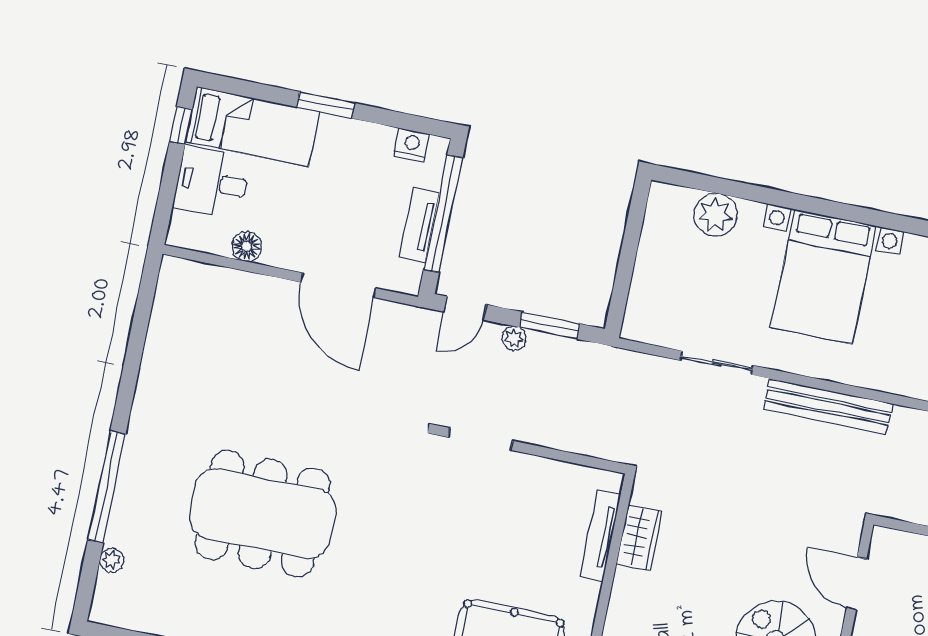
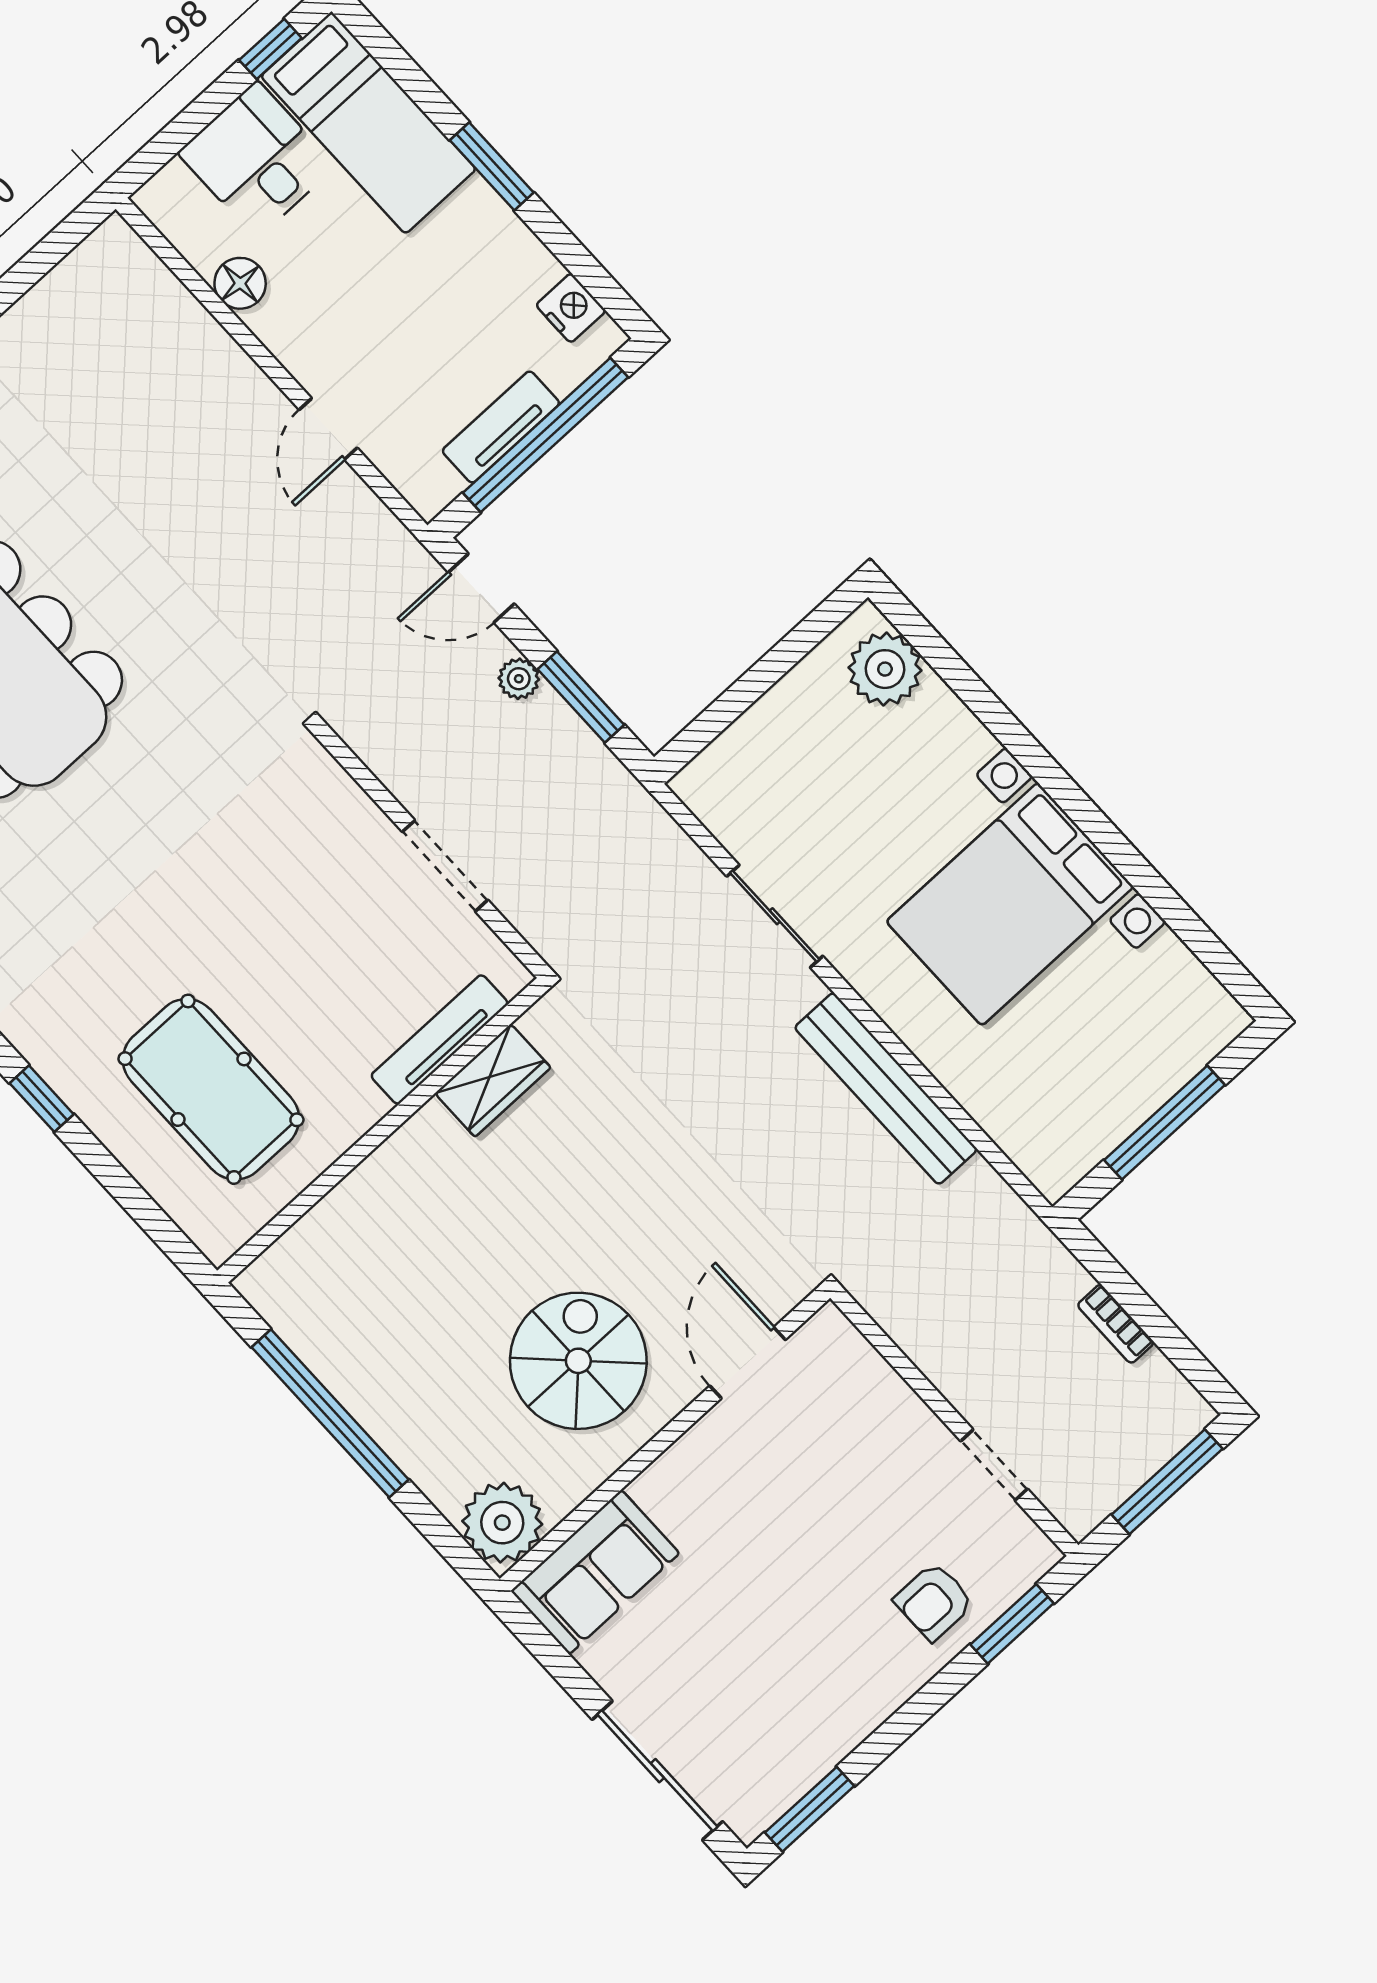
plant: (716, 215) -> (885, 669), moved
door: (338, 285) -> (328, 429), width x0.53
doorway: (480, 439) -> (445, 866), moved

